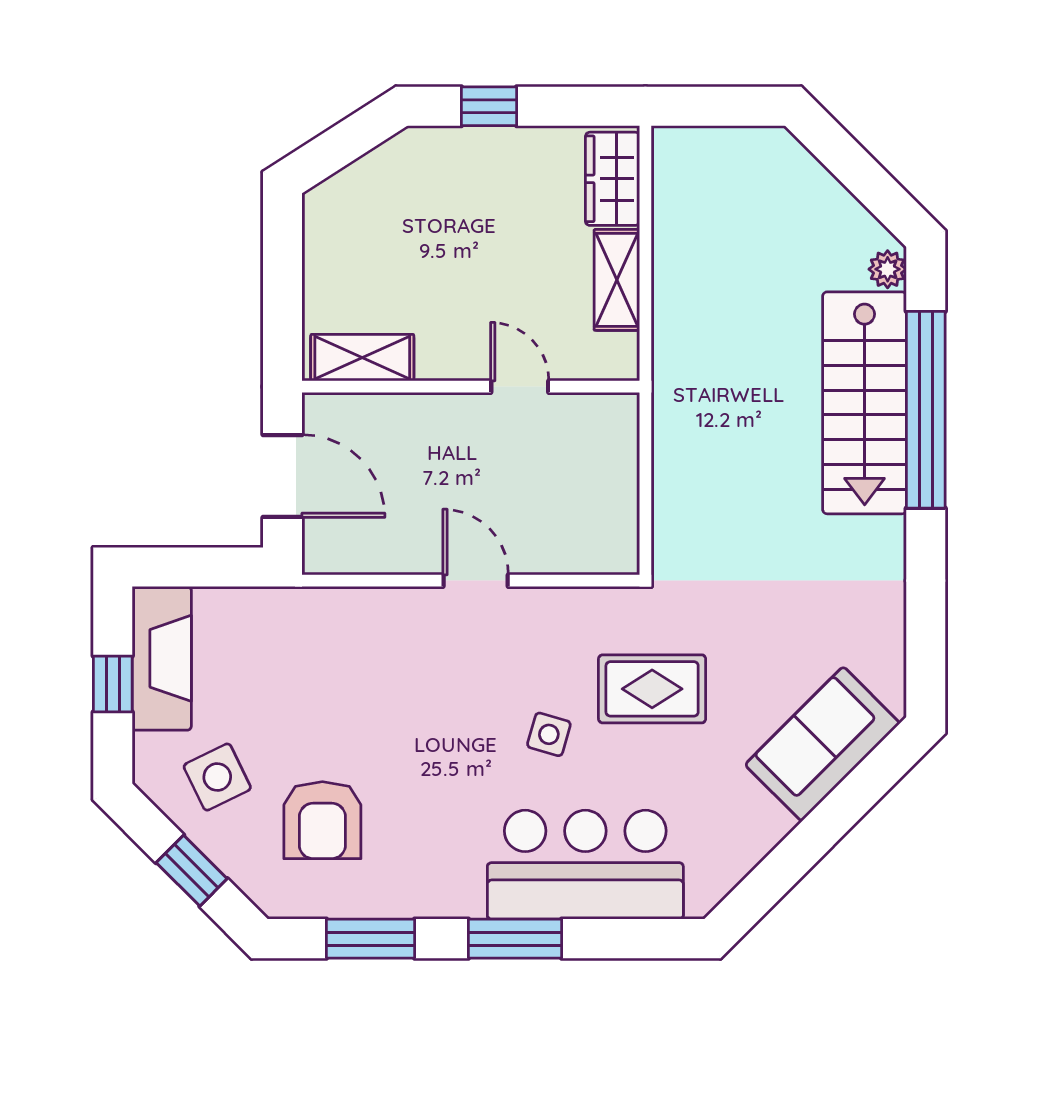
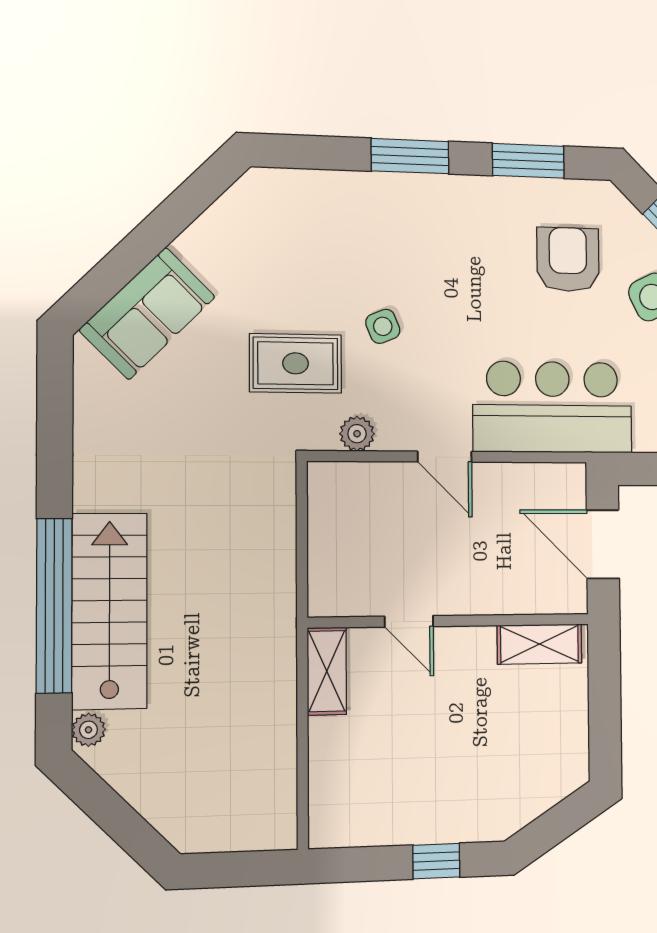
wardrobe: (613, 179) -> (331, 802), removed
shelving: (617, 280) -> (327, 671), moved
plant: (580, 607) -> (357, 434), added
side table: (549, 734) -> (383, 326), turned -38
bar counter: (585, 865) -> (553, 407), moved, turned 180

